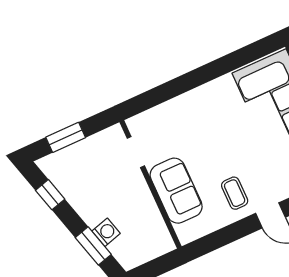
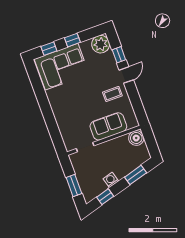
washing machine: (106, 232) -> (111, 180), moved
boiler: (159, 242) -> (136, 138), added

